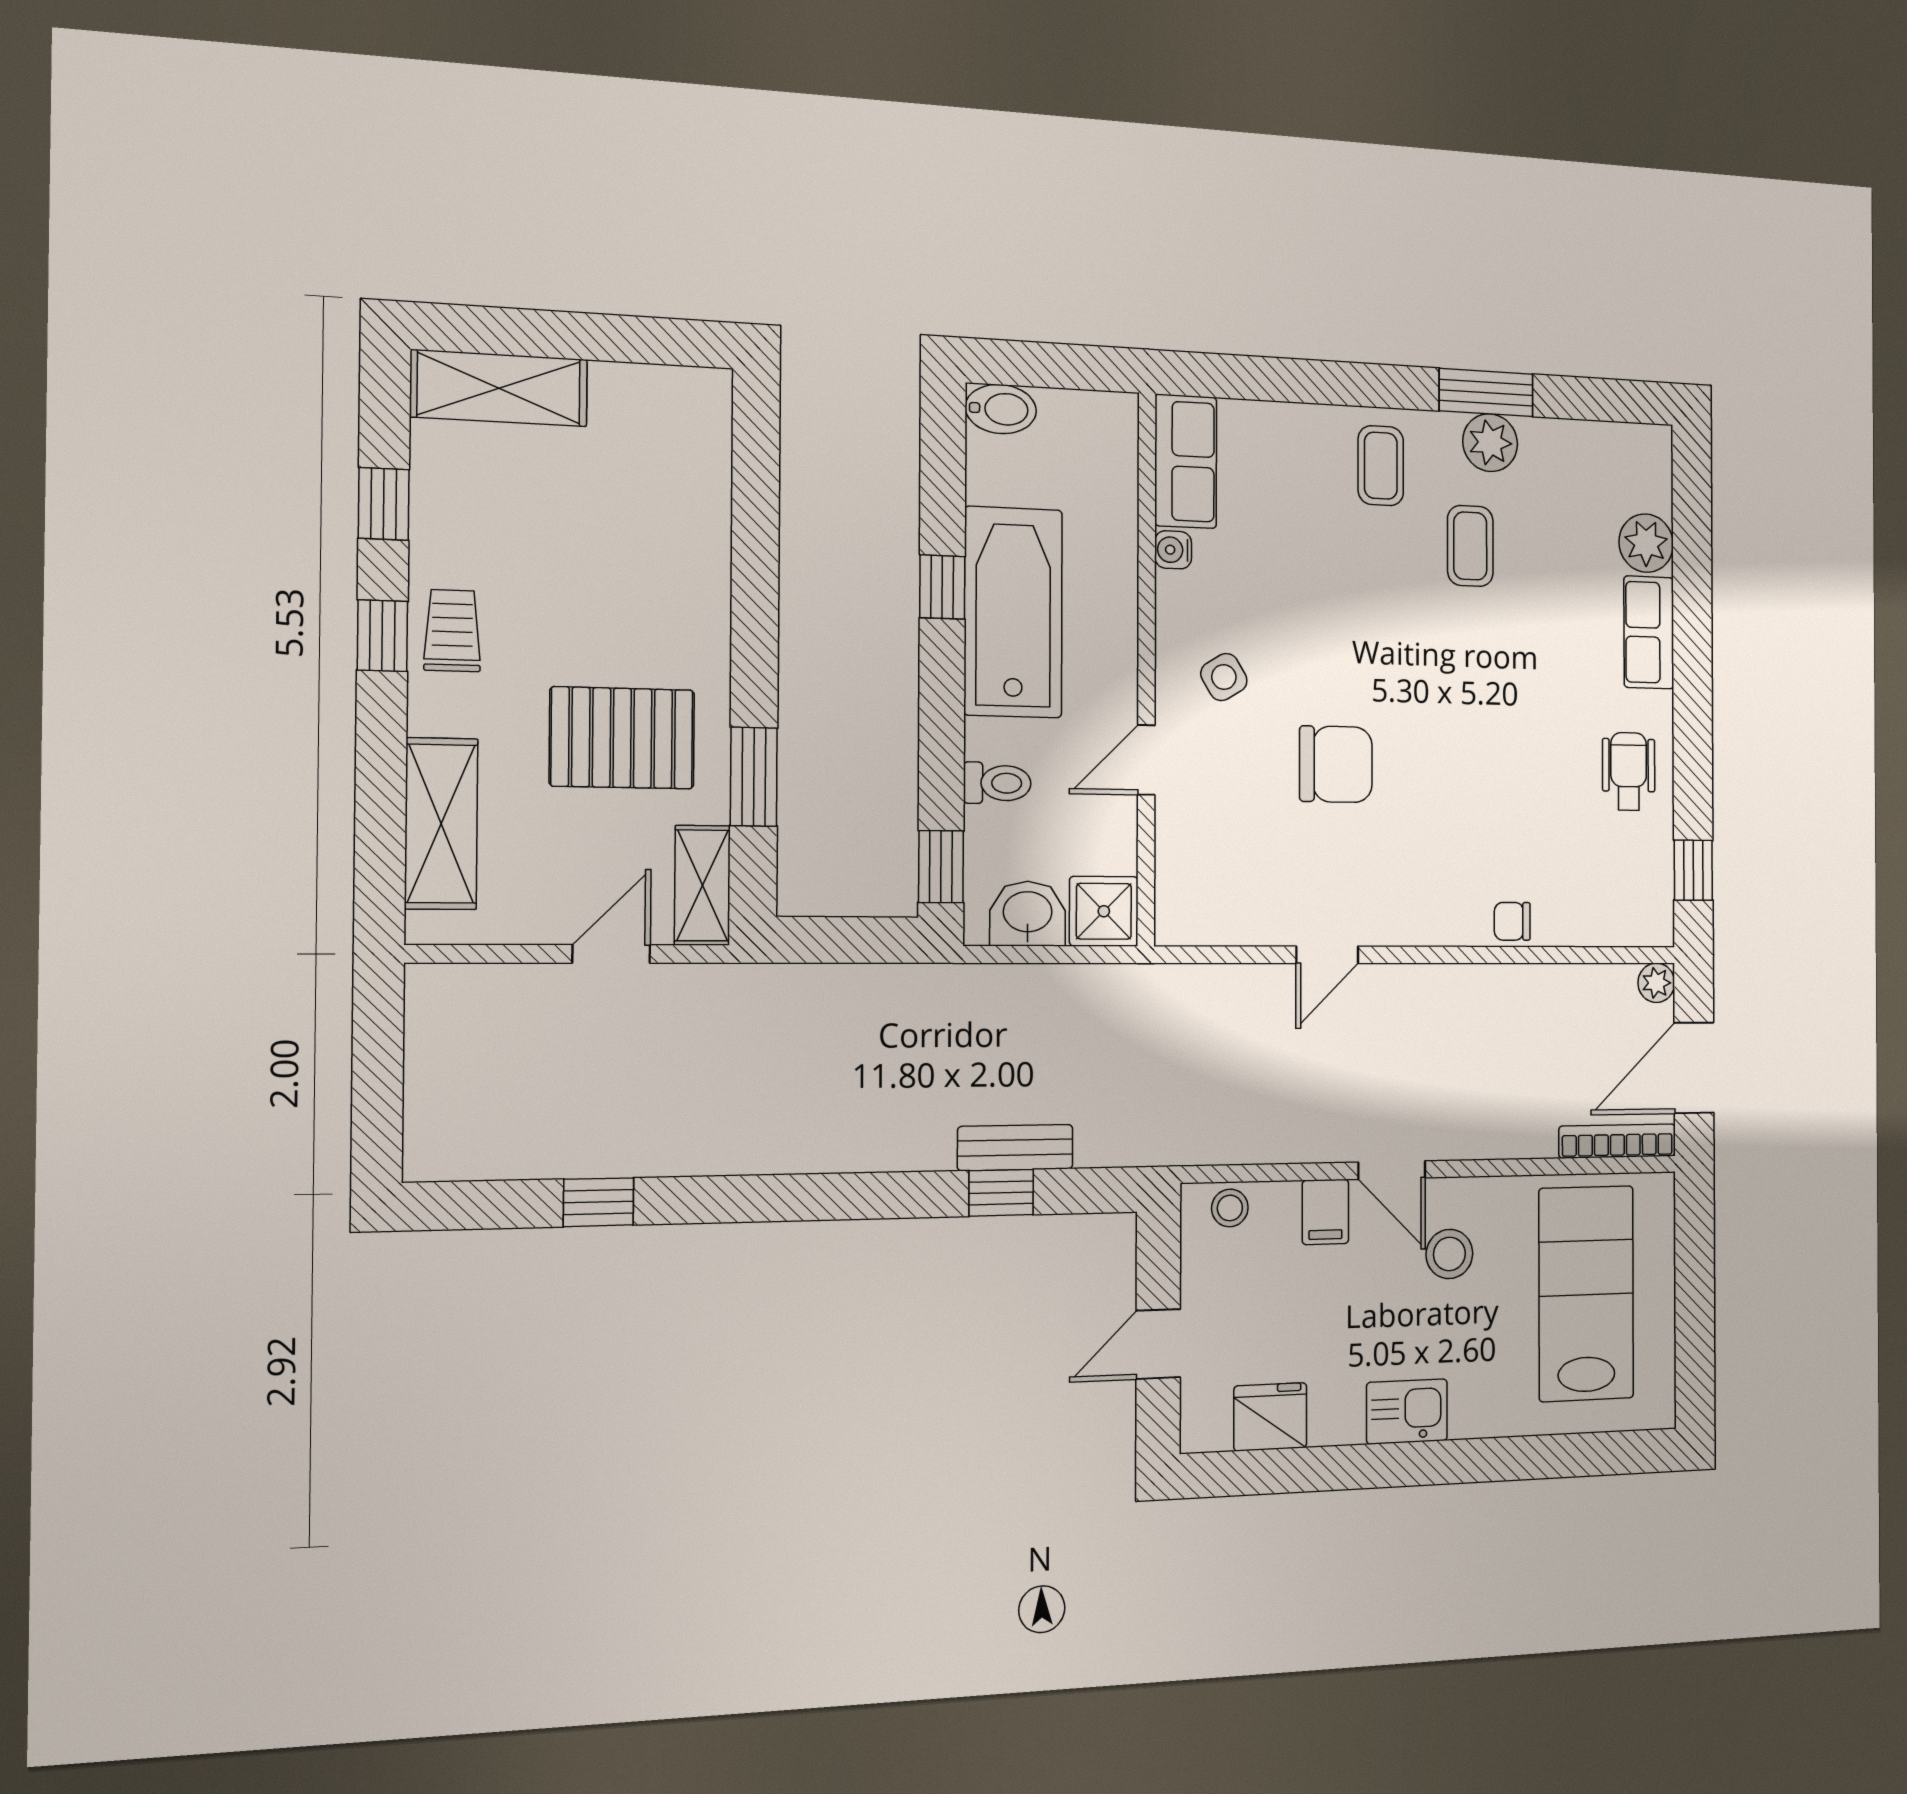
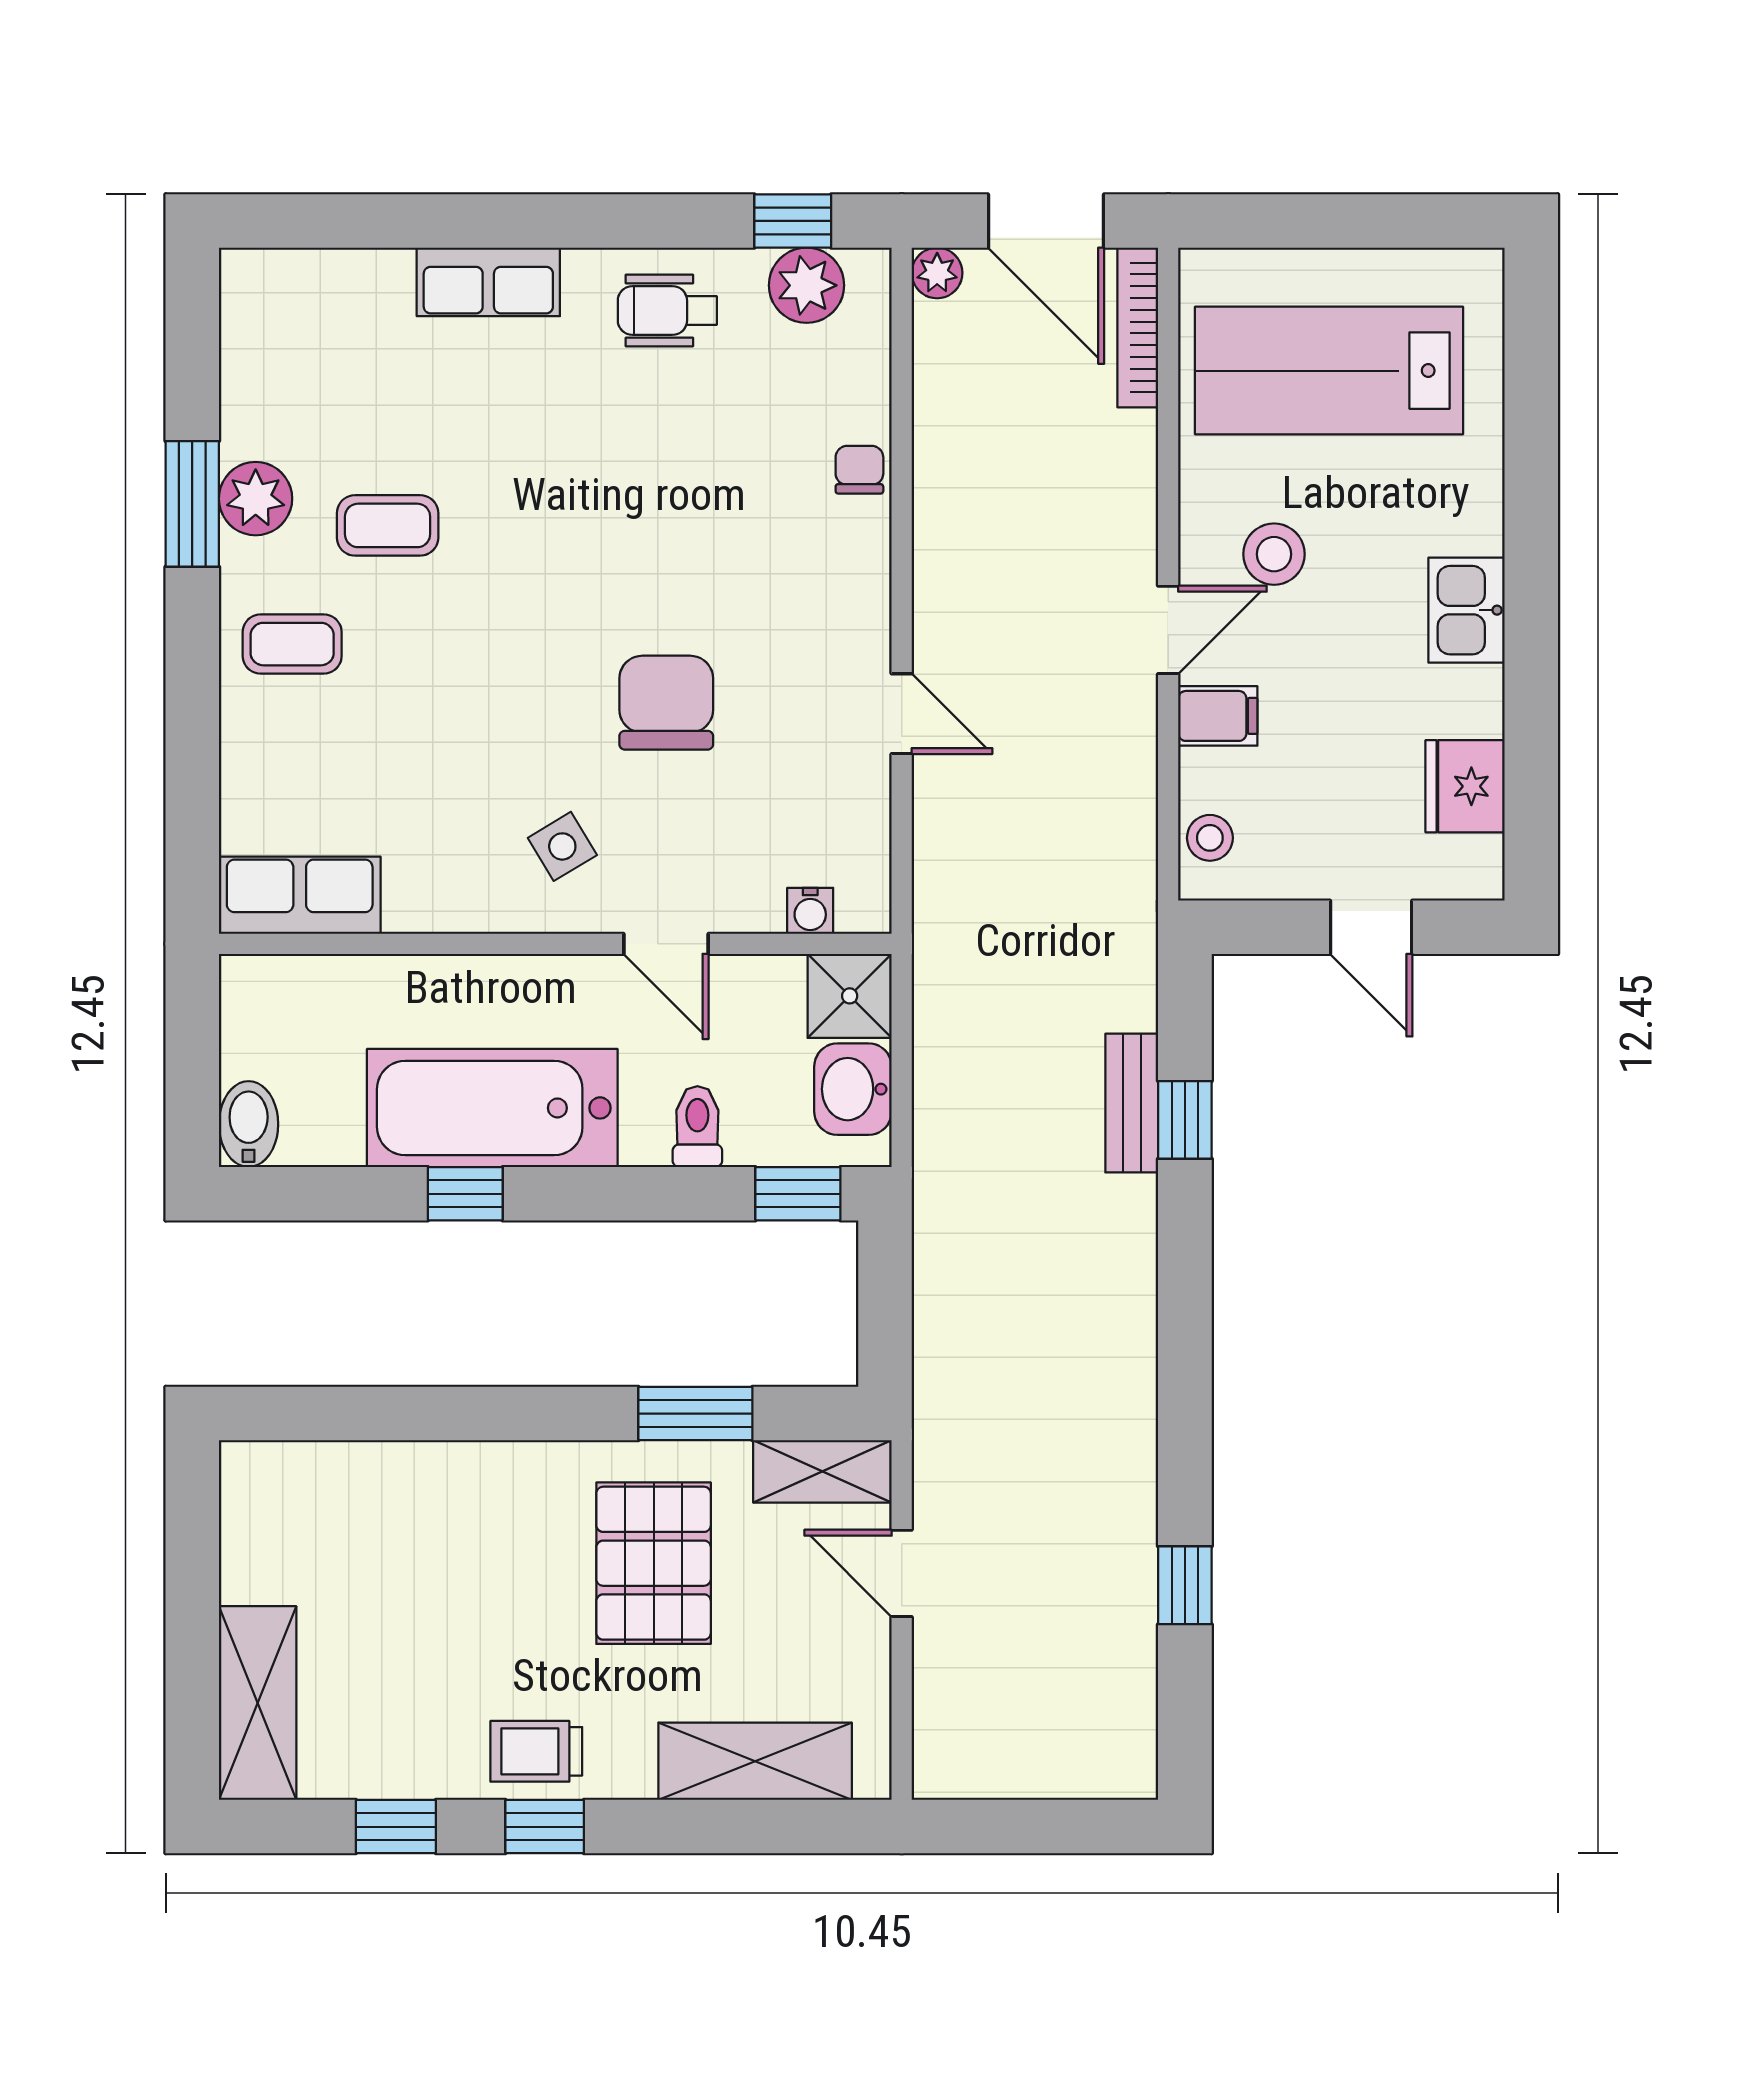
plant: (1646, 543) -> (807, 285), moved
water cooler: (1173, 550) -> (810, 911), moved
chair: (1512, 921) -> (859, 470), turned 180

